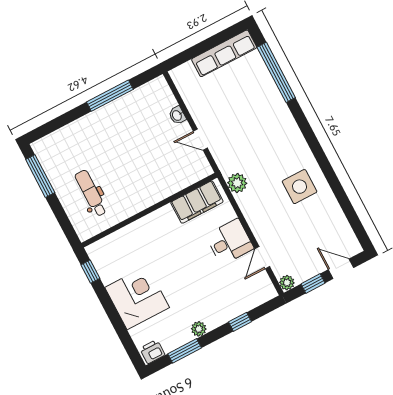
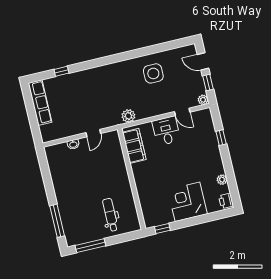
window: (276, 72) -> (61, 71), width x0.32
window: (110, 96) -> (57, 221), moved
side table: (300, 187) -> (153, 73), moved
dental chair: (91, 193) -> (110, 215), turned 90
door: (341, 269) -> (203, 61), hinge flipped
plant: (199, 329) -> (222, 180), moved
window: (185, 351) -> (231, 179), removed

